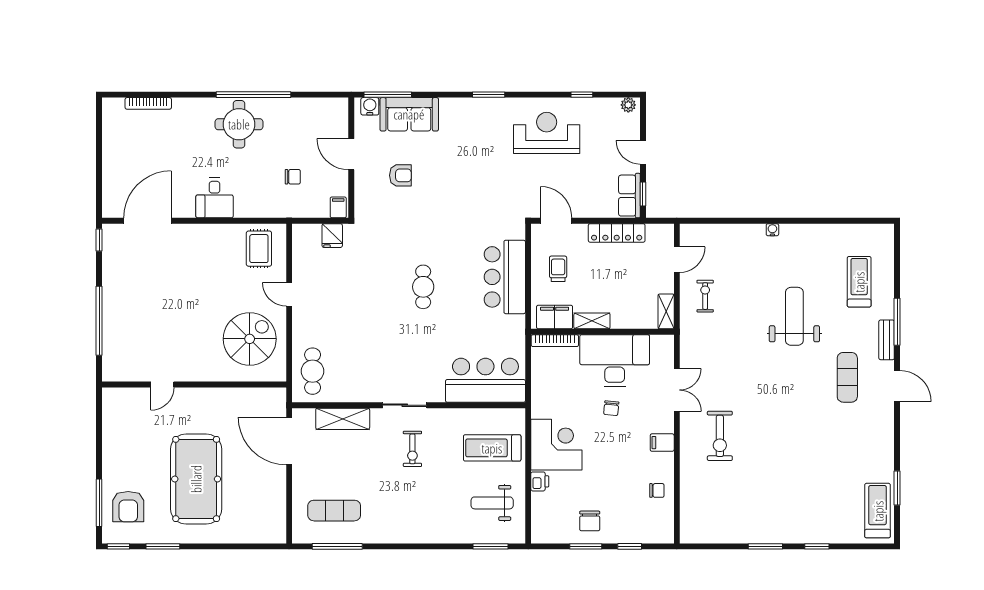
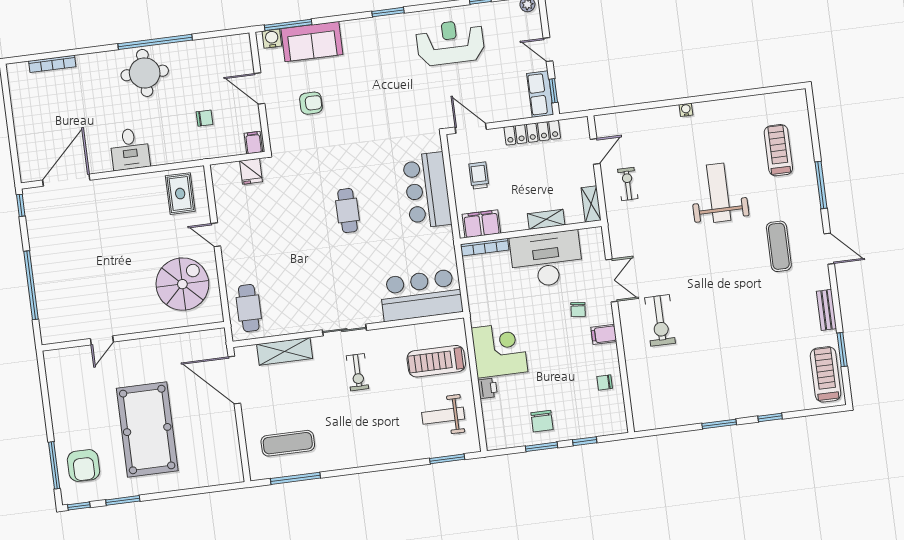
shelving: (592, 321) -> (546, 219), moved
bench: (887, 340) -> (826, 310), moved
chair: (611, 408) -> (578, 309), moved
chair: (657, 490) -> (605, 382), turned 180

